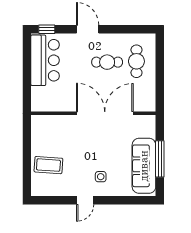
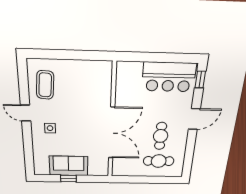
window: (160, 159) -> (68, 179), width x0.46
coffee table: (48, 165) -> (45, 85), moved
sofa: (144, 166) -> (69, 166), width x0.73

